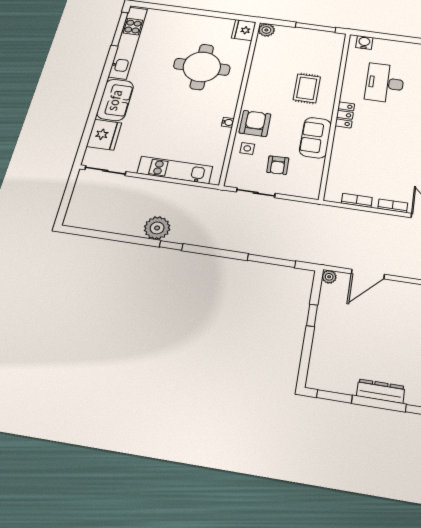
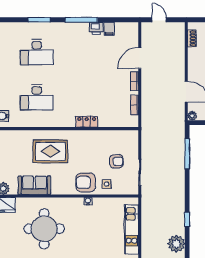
rug: (307, 88) -> (50, 151), width x1.36, depth x1.43
locker: (345, 115) -> (87, 122), moved
sofa: (315, 138) -> (34, 185), moved, turned 180
plant: (157, 228) -> (176, 244), moved

